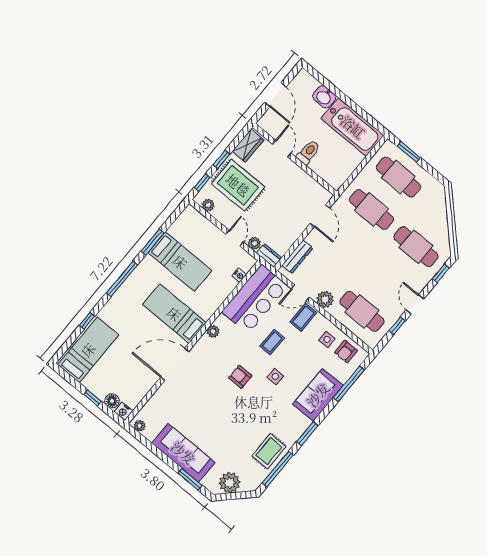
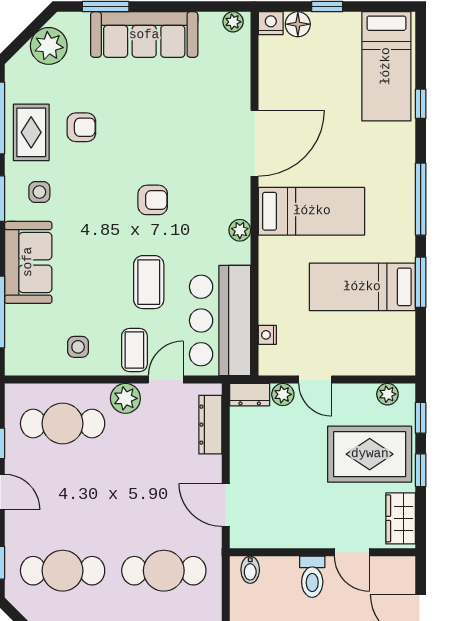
bidet: (333, 178) -> (250, 570), added
coffee table: (272, 342) -> (149, 282), width x1.36, depth x1.30
armchair: (346, 352) -> (81, 127), moved, turned 90
side table: (275, 377) -> (39, 192), moved

